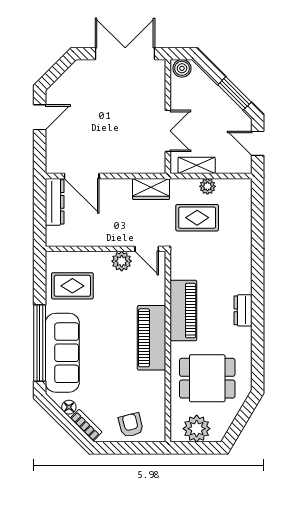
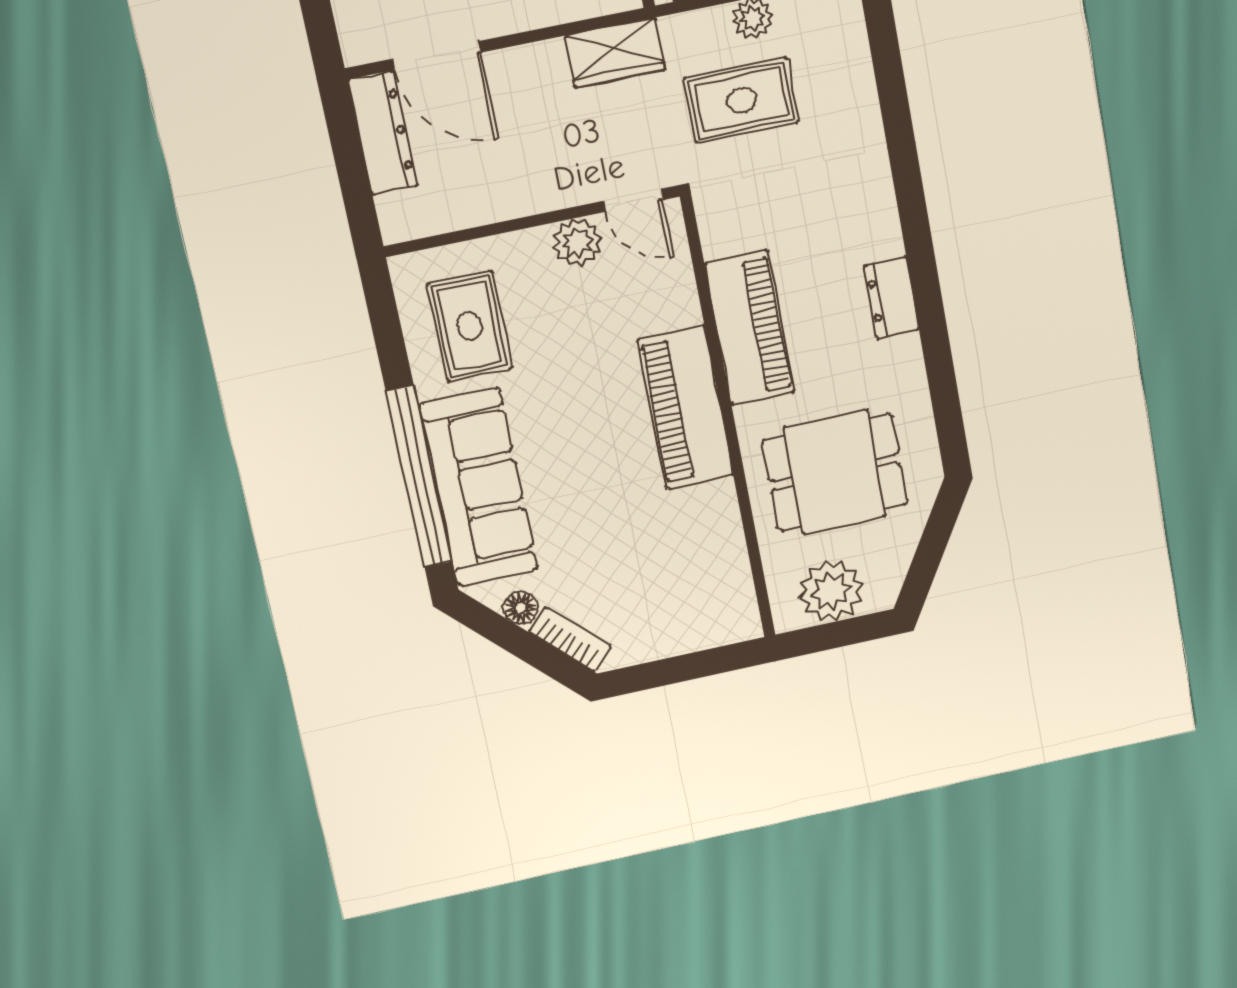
rug: (72, 286) -> (470, 326), turned 90
armchair: (131, 425) -> (675, 616), removed

